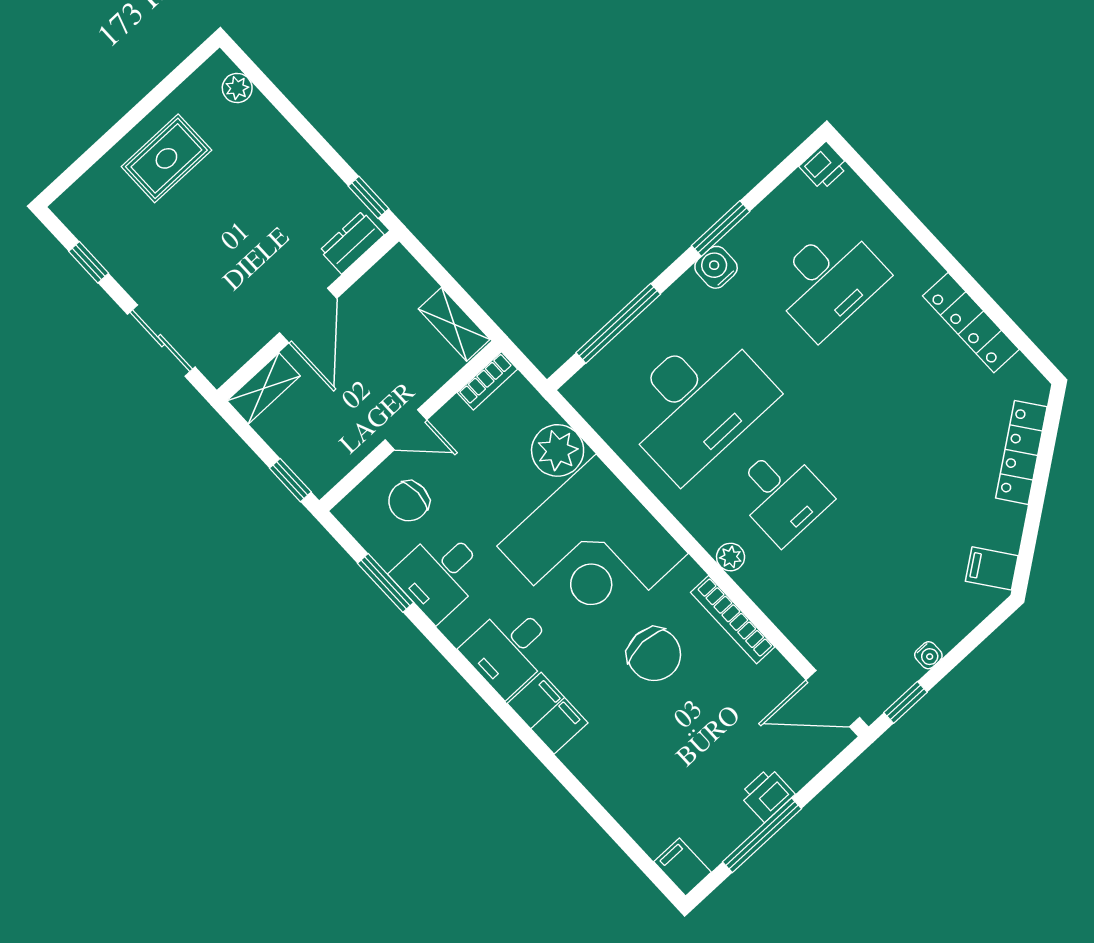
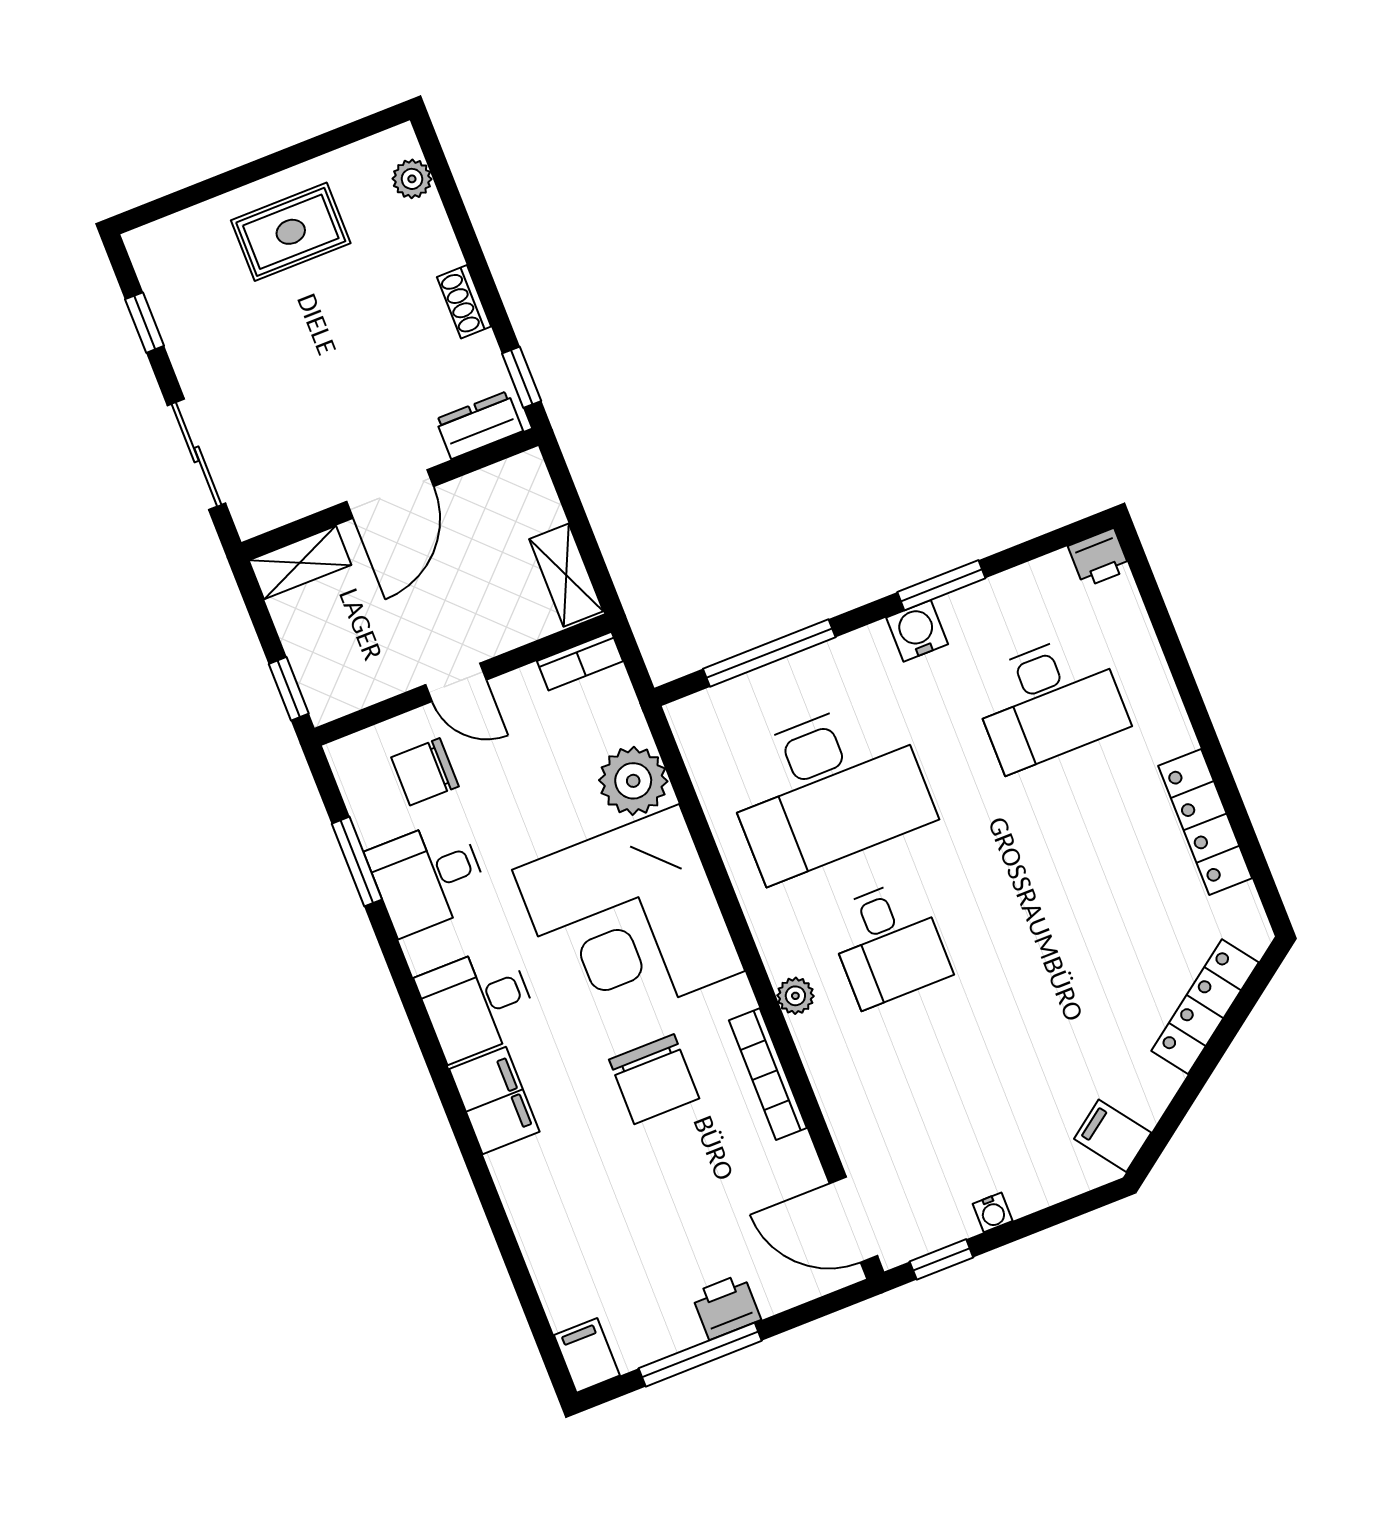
shoe rack: (307, 160) -> (464, 302), added

